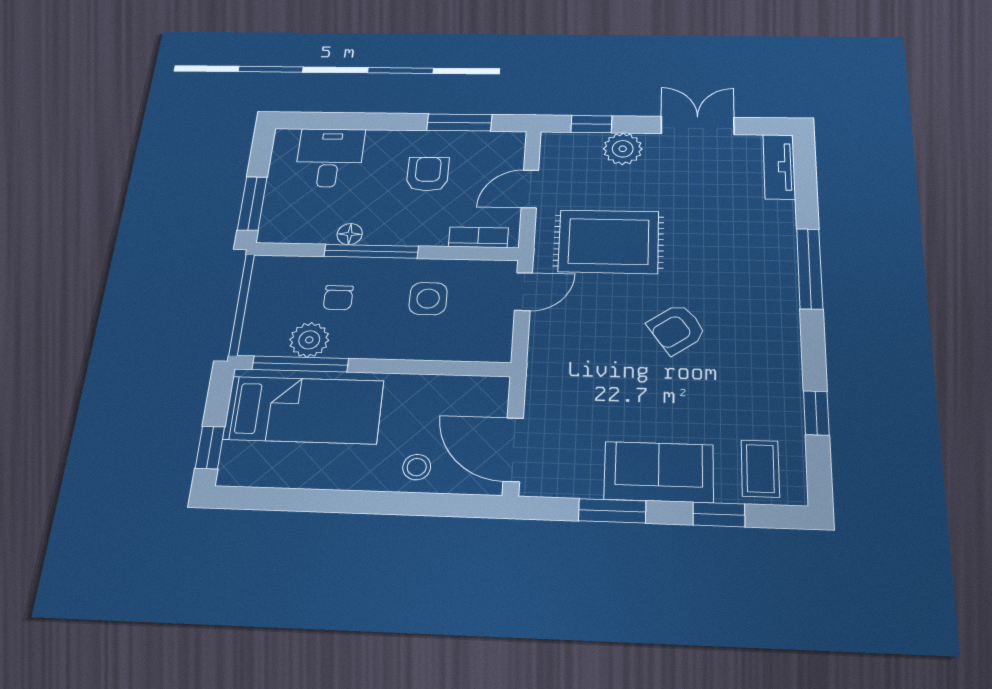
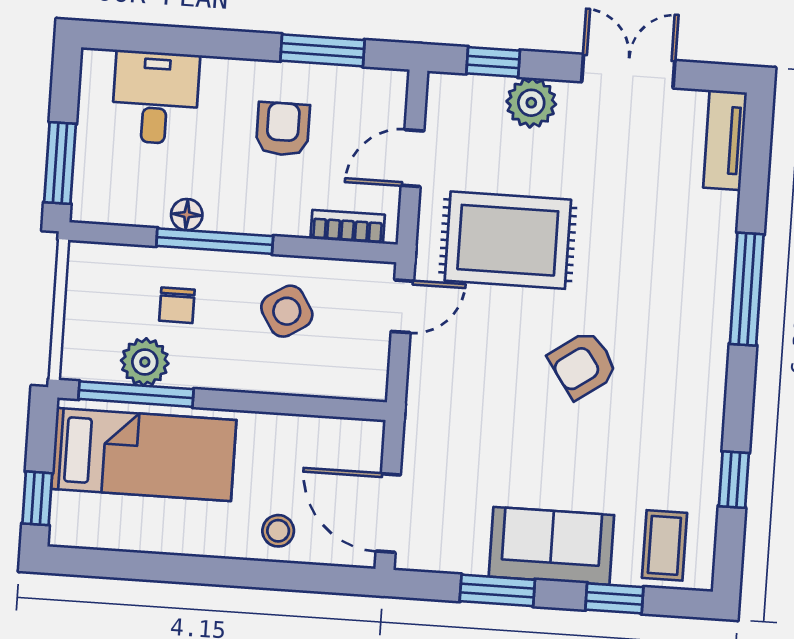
side table: (428, 299) -> (287, 311), turned -32

